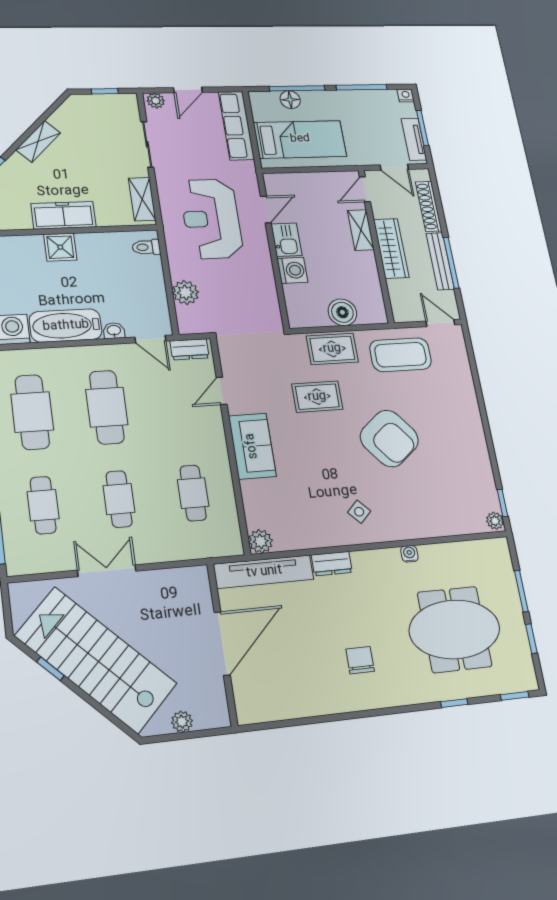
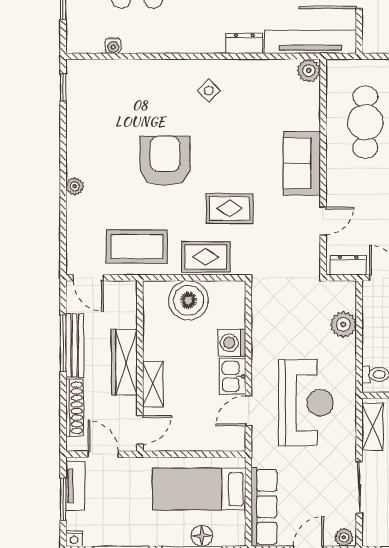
boiler: (342, 312) -> (188, 300), width x1.37, depth x1.37
armchair: (389, 438) -> (165, 161), turned 39
cafe table: (193, 493) -> (365, 122), width x1.37, depth x1.35
plant: (495, 521) -> (75, 186), moved
water cooler: (409, 554) -> (113, 46), moved

